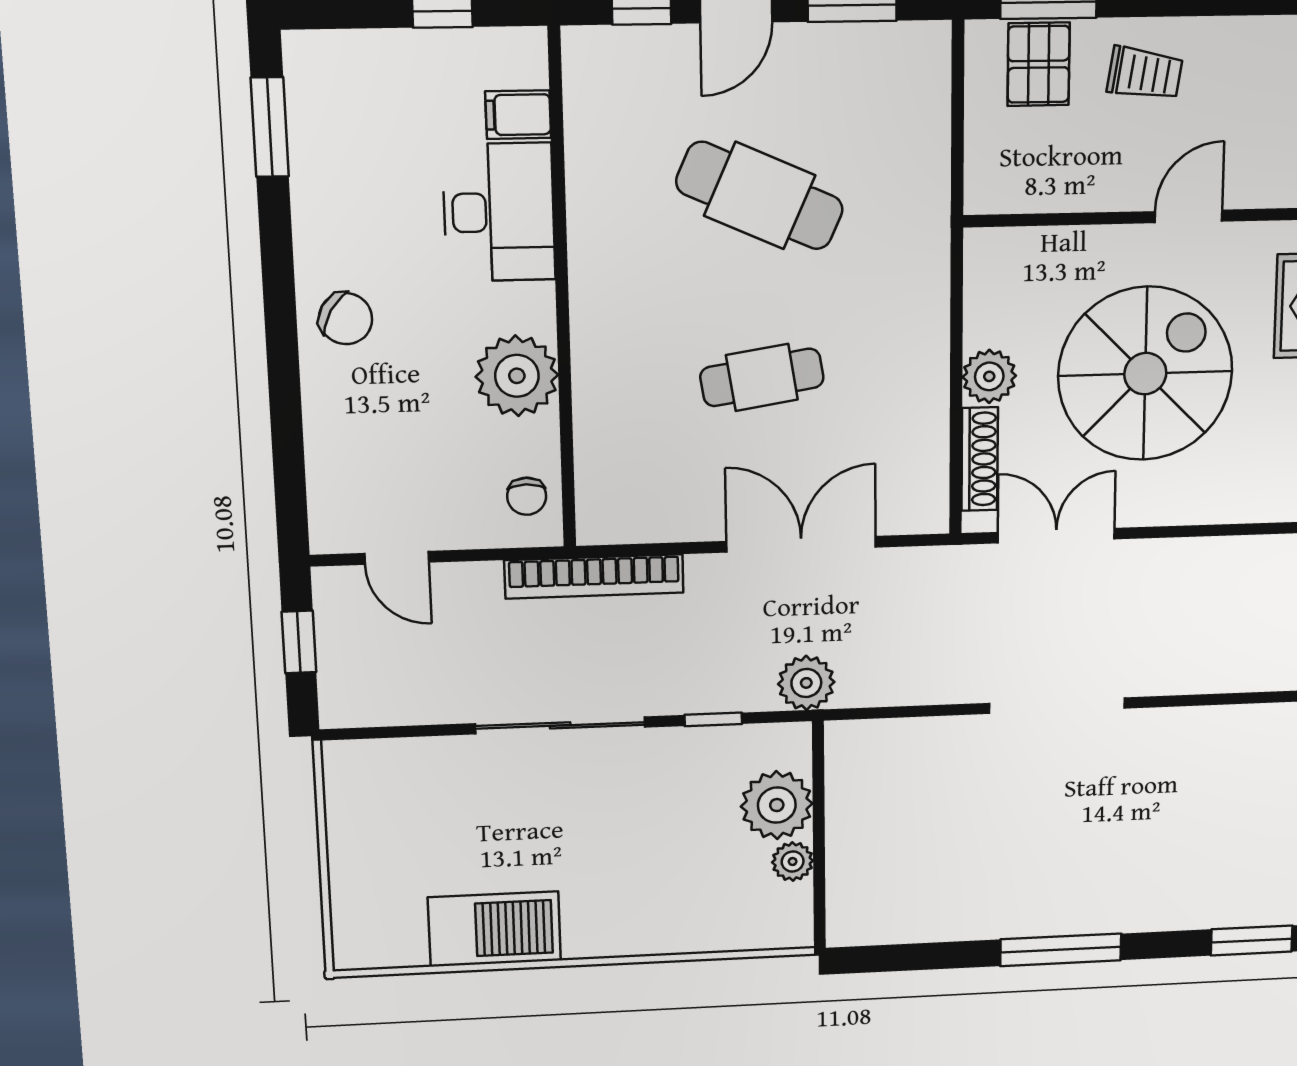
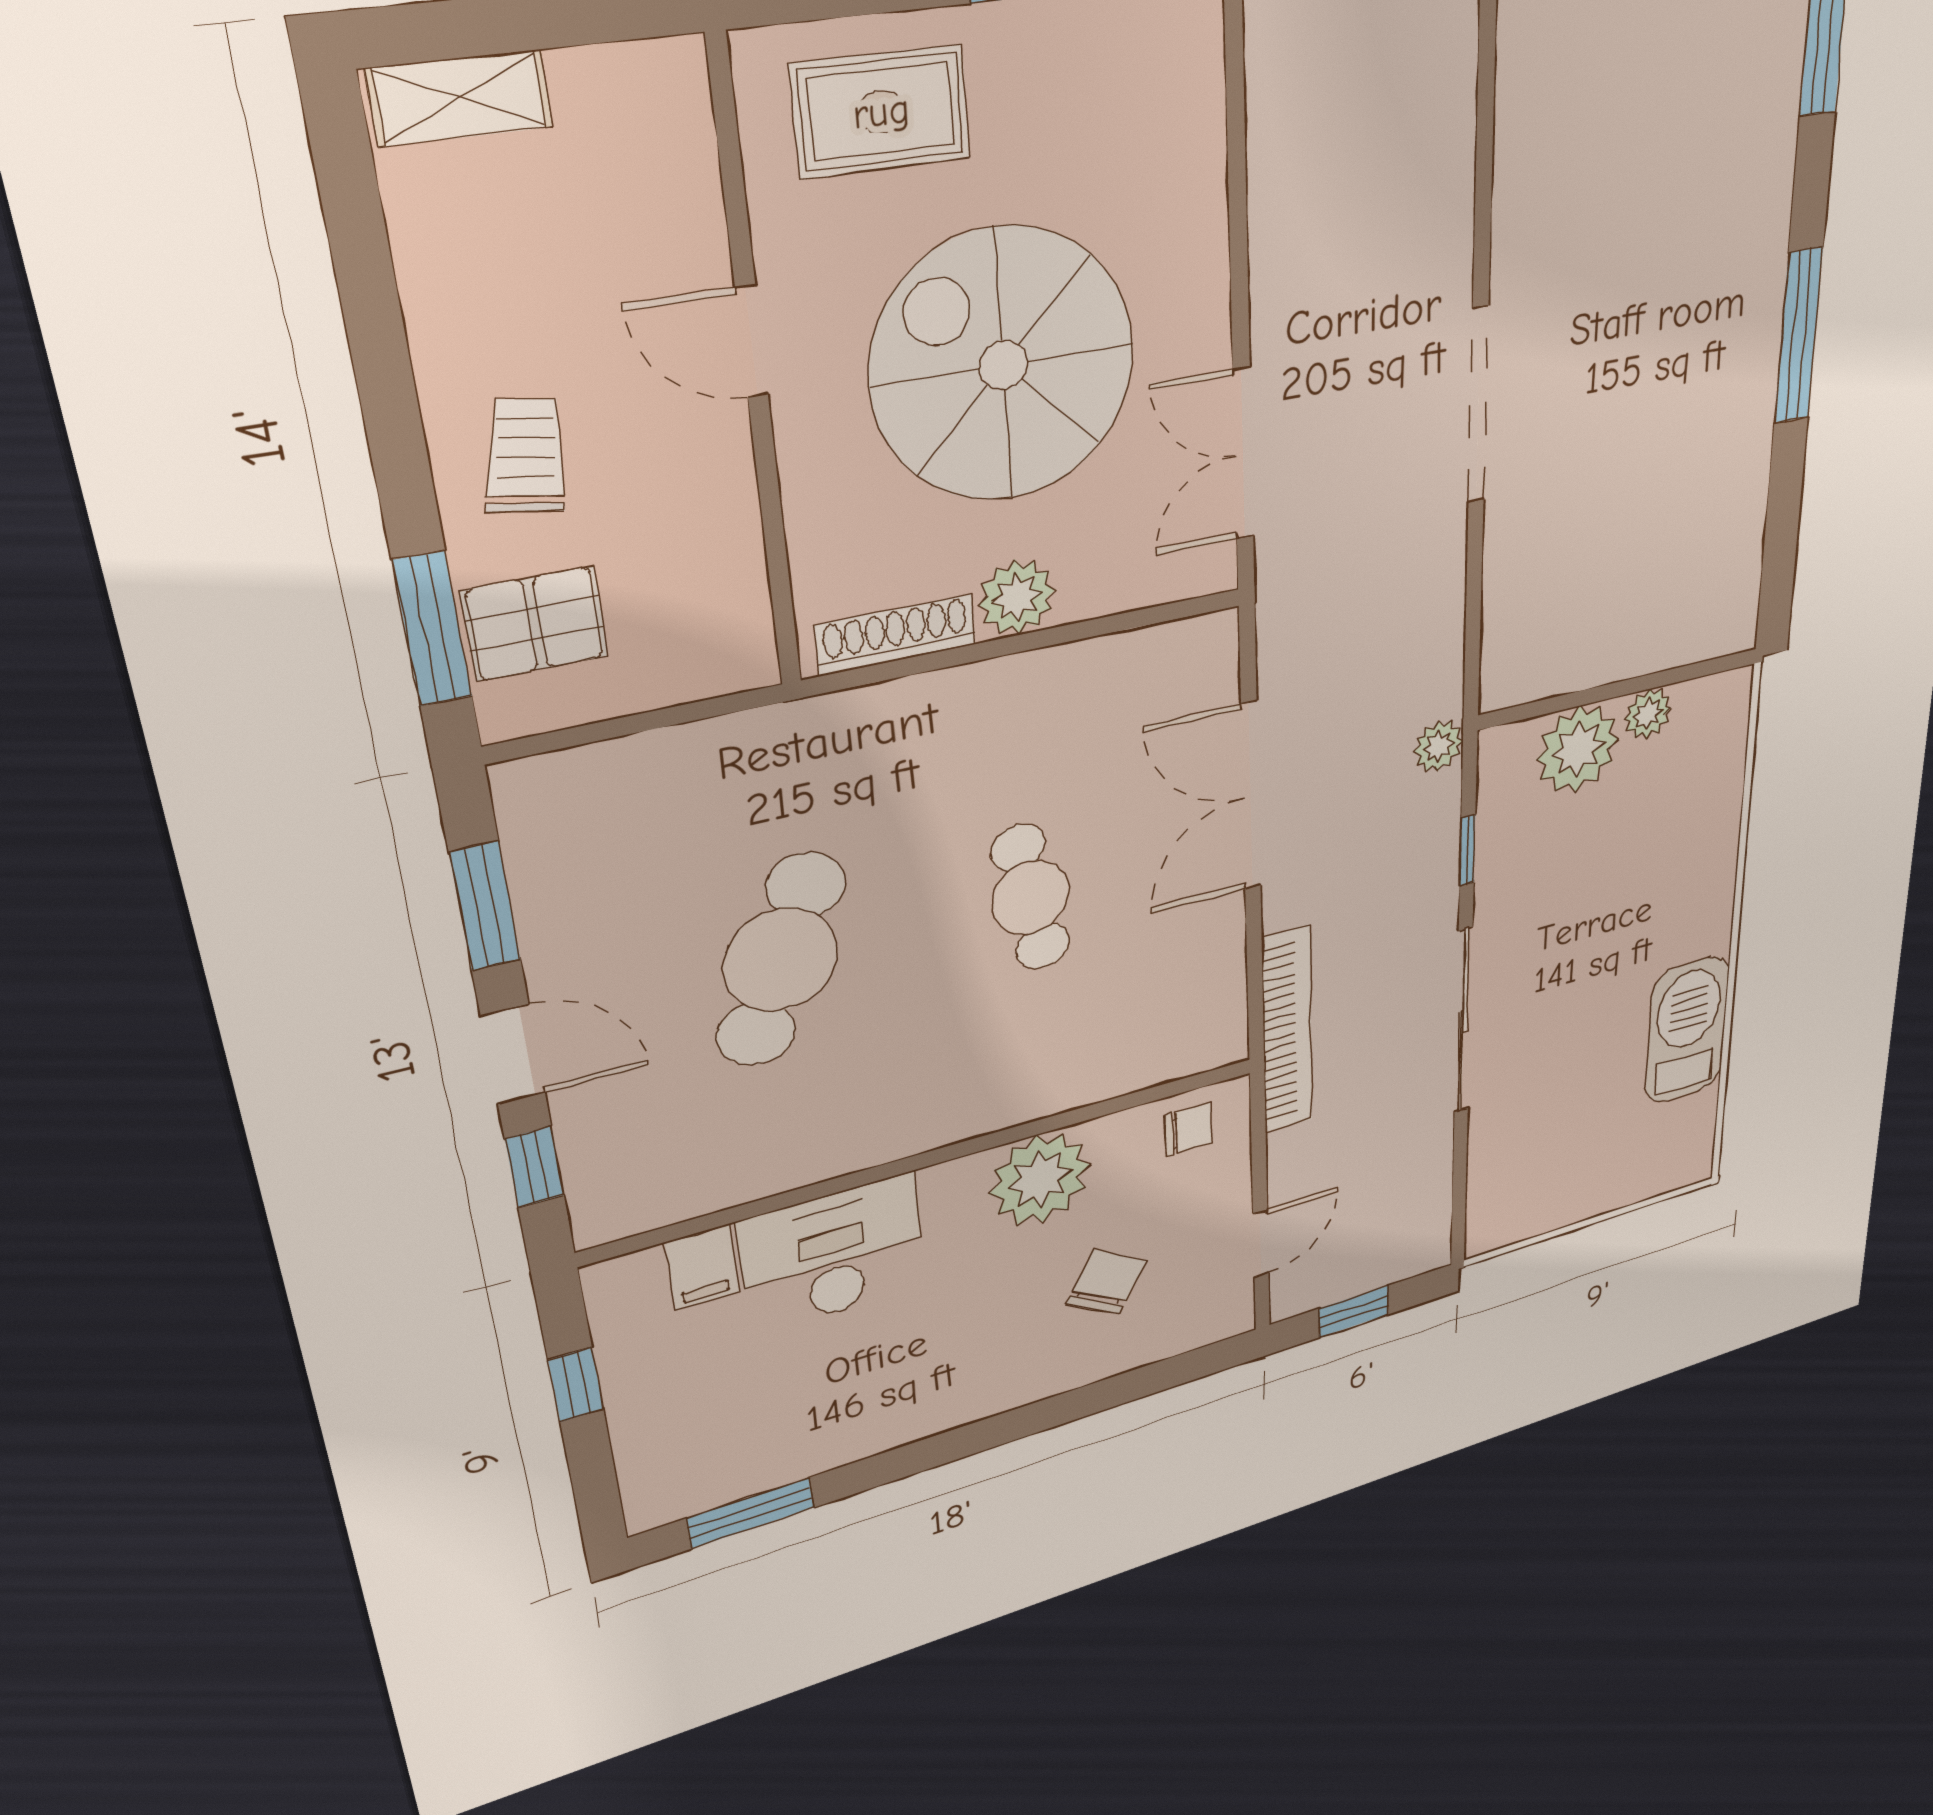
chair: (346, 319) -> (1107, 1282), moved
shoe rack: (980, 459) -> (896, 635), moved
plant: (806, 683) -> (1438, 746), width x0.73, depth x0.73

